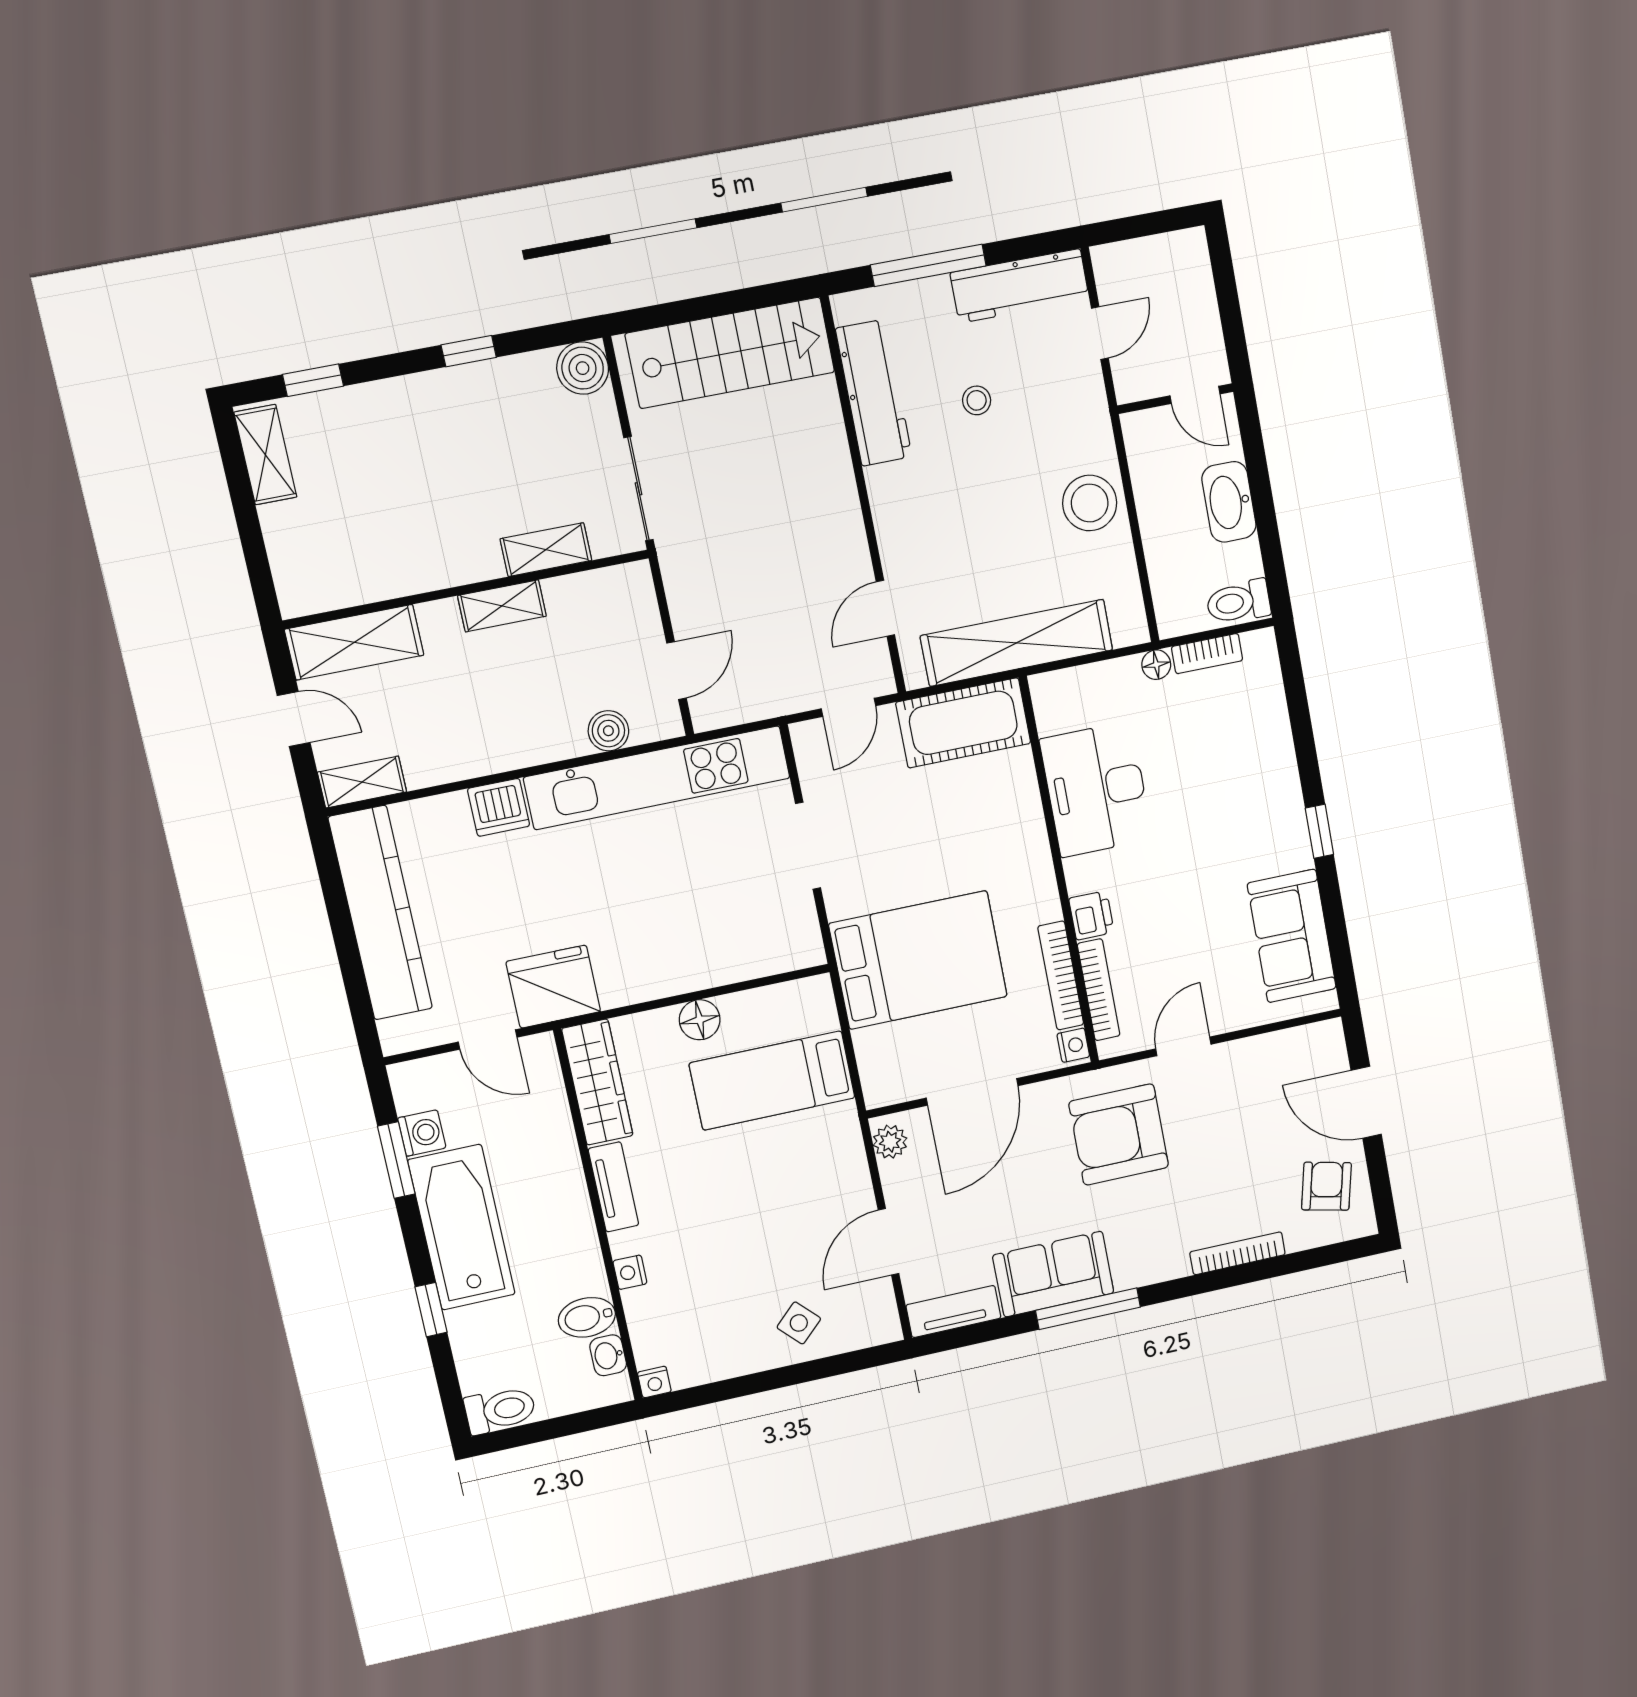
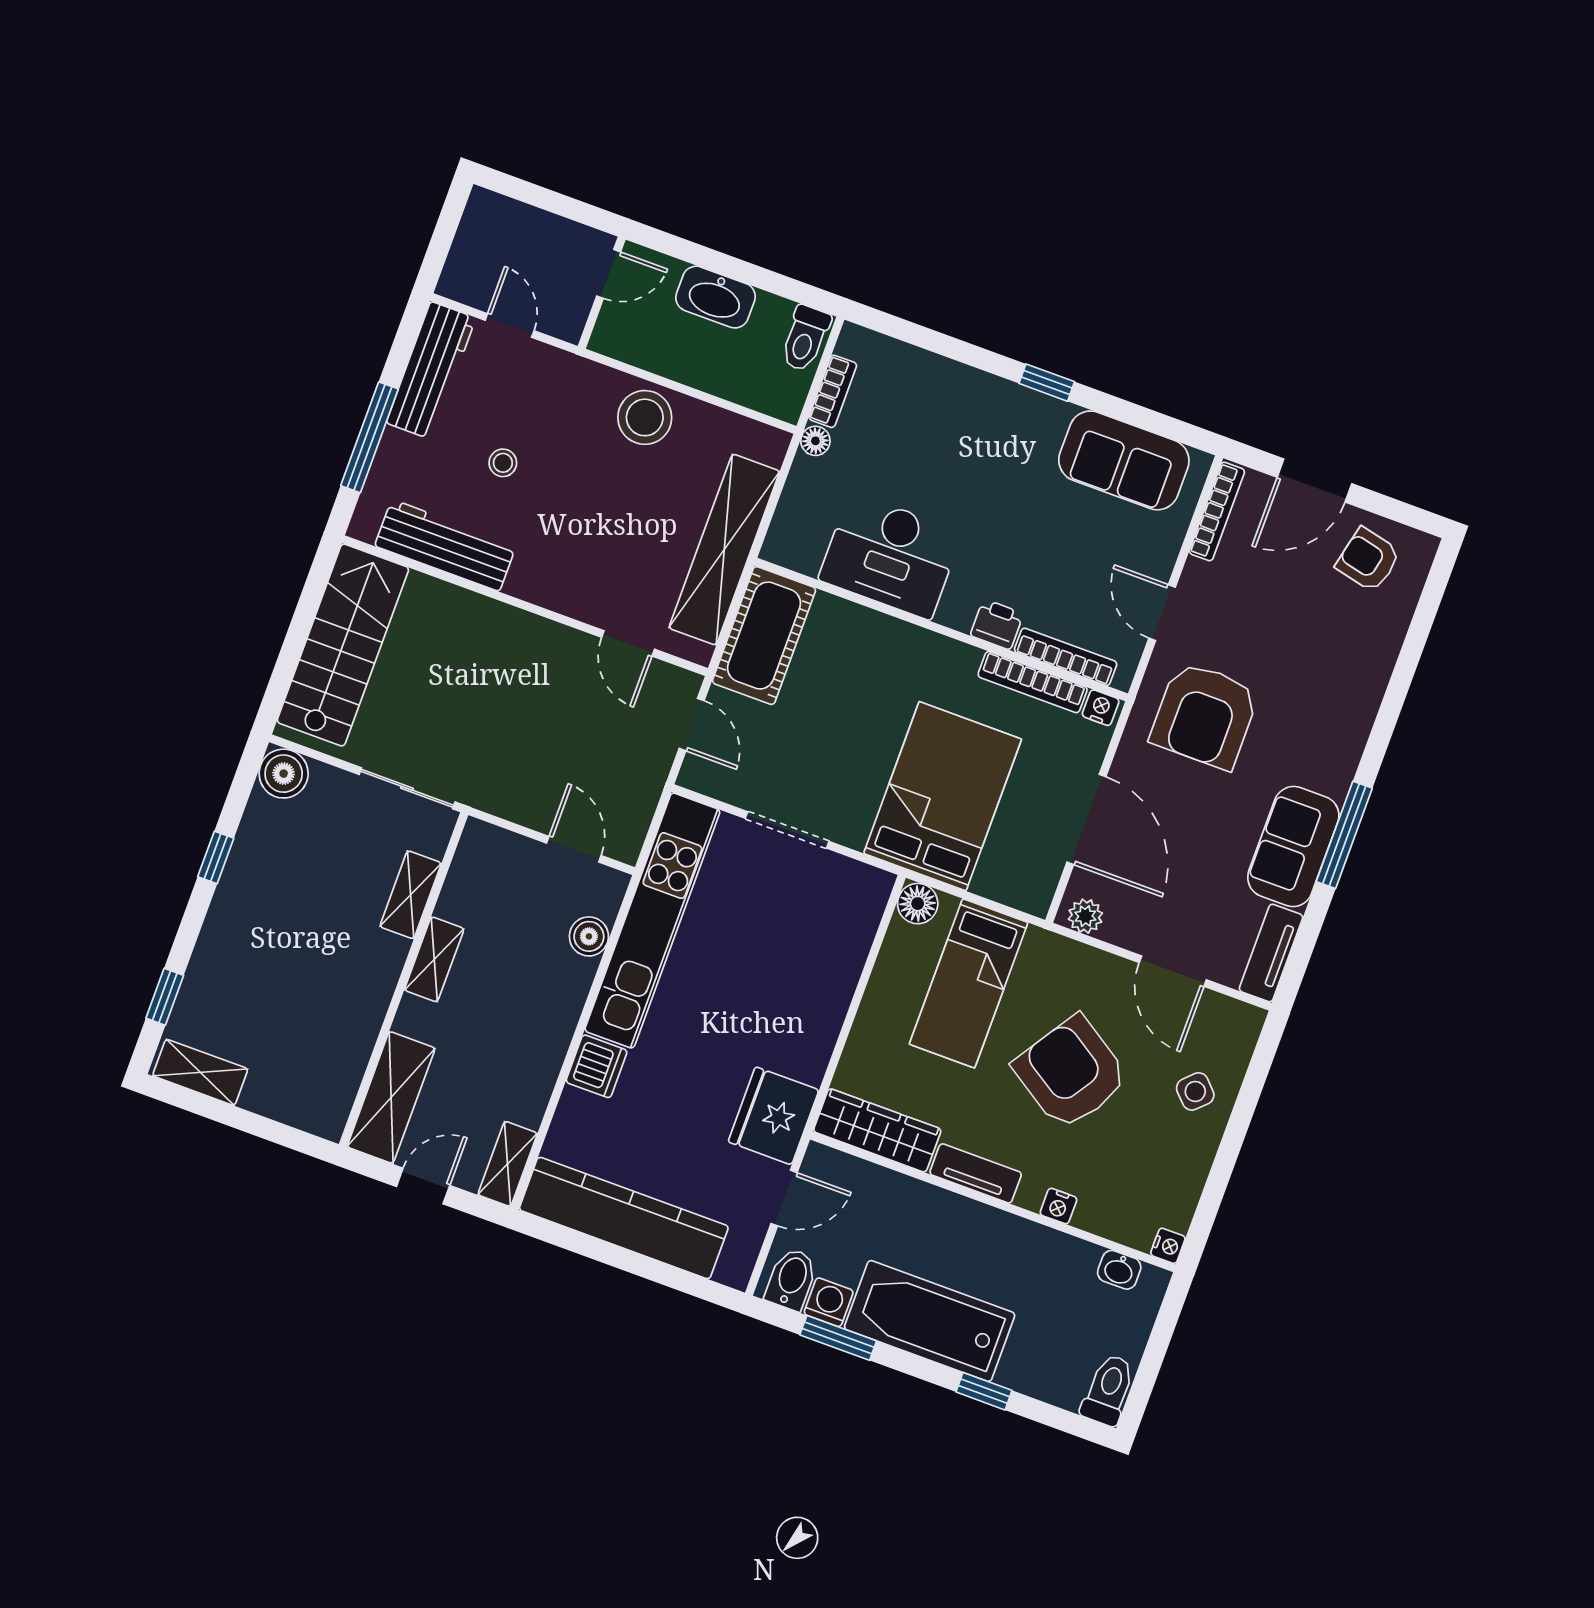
floor lamp: (700, 1020) -> (918, 904), moved
armchair: (750, 1212) -> (1071, 1073), added
bookcase: (1238, 1253) -> (1217, 511), moved, turned 180
bidet: (587, 1317) -> (791, 1279), moved, turned 180

